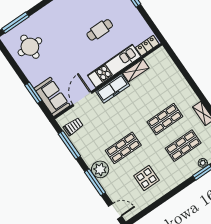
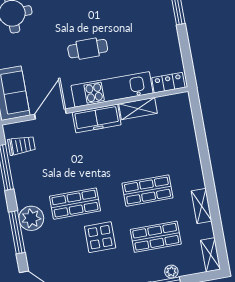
cafe table: (100, 30) -> (88, 49), moved
display table: (146, 178) -> (100, 237), moved

